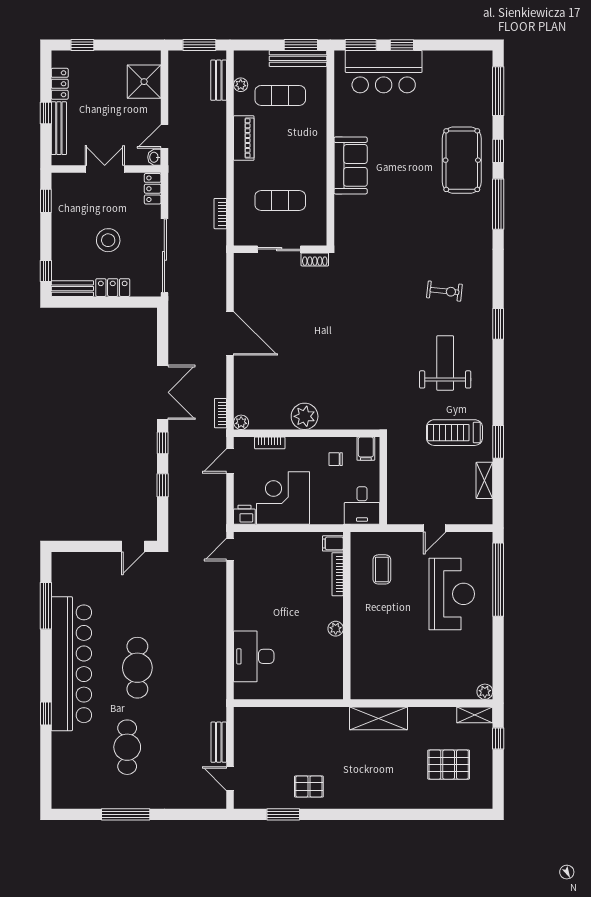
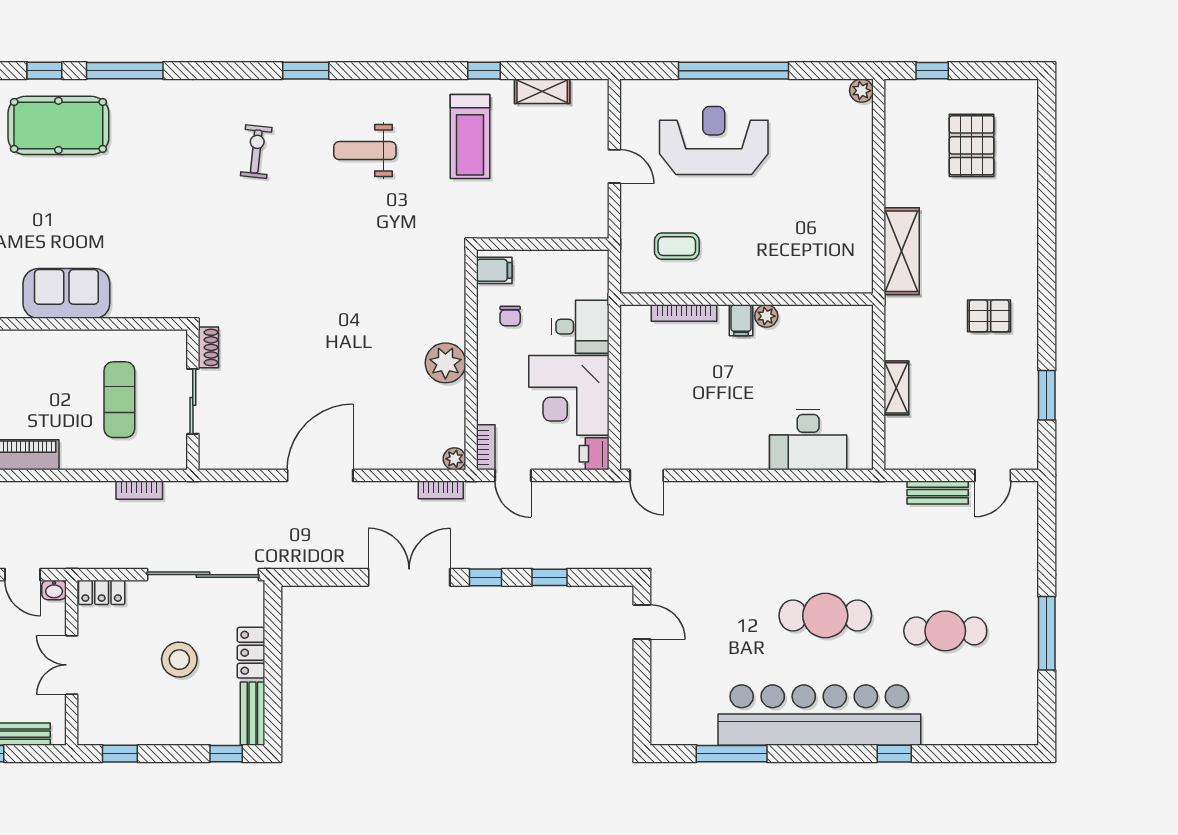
weight bench: (445, 363) -> (365, 151), width x0.73, depth x0.75
window: (498, 442) -> (484, 71), width x0.67
bookcase: (270, 443) -> (486, 447), moved
desk: (362, 505) -> (580, 327), moved
filing cabinet: (333, 543) -> (741, 320), moved
window: (498, 580) -> (733, 71), moved
shelving: (475, 715) -> (896, 388), moved
pallet: (309, 787) -> (989, 316), moved, turned 90

